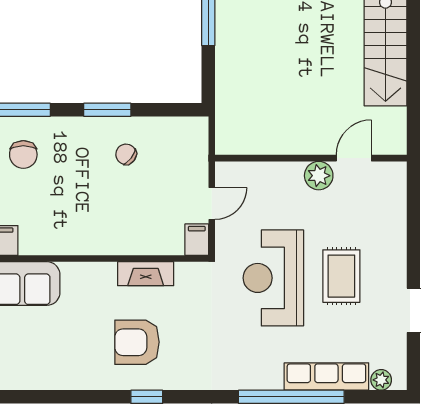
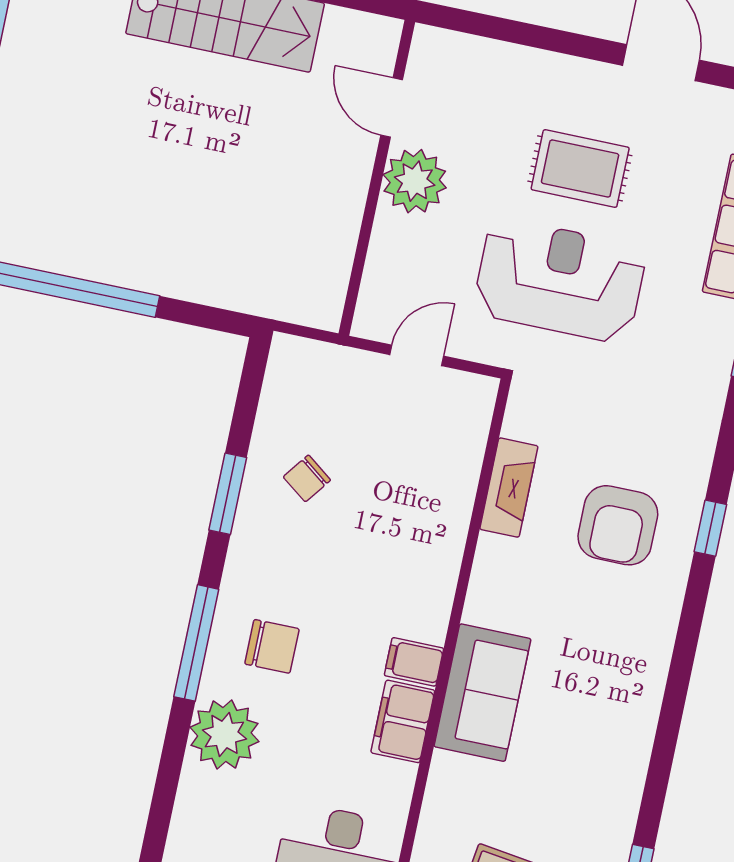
plant: (319, 176) -> (415, 181), width x1.36, depth x1.36
door: (212, 203) -> (417, 355), hinge flipped
filing cabinet: (197, 240) -> (414, 662), moved
reception desk: (273, 278) -> (560, 280), turned 180

